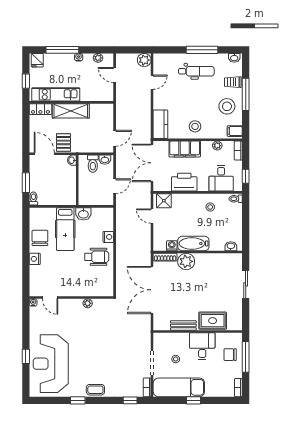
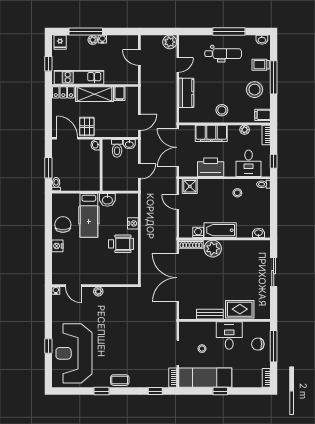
plant: (98, 58) -> (93, 40), moved
filing cabinet: (95, 110) -> (120, 94), added
kitchen counter: (160, 124) -> (186, 93), moved
plant: (88, 303) -> (98, 291), moved

